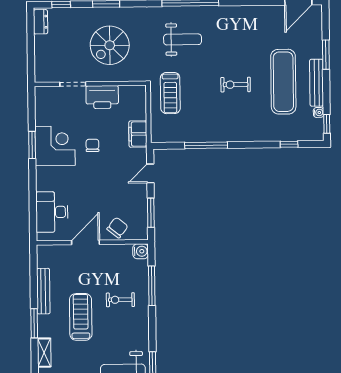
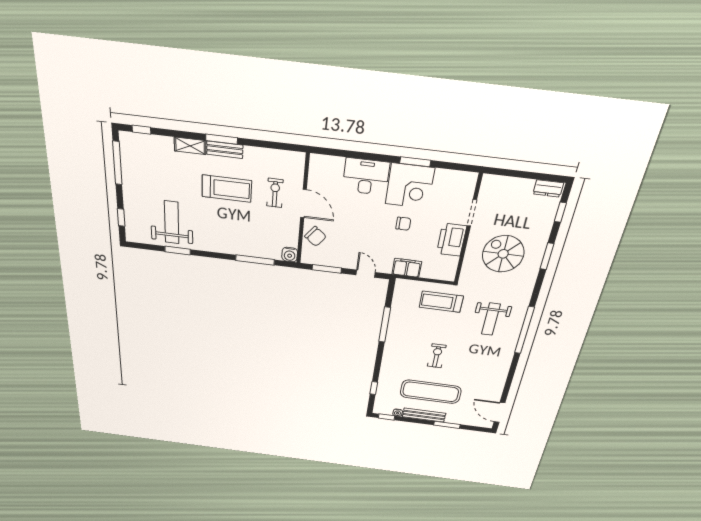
desk: (52, 212) -> (366, 177), moved
bench: (43, 291) -> (225, 150), moved, width x0.73
exercise bike: (120, 300) -> (275, 193), moved

